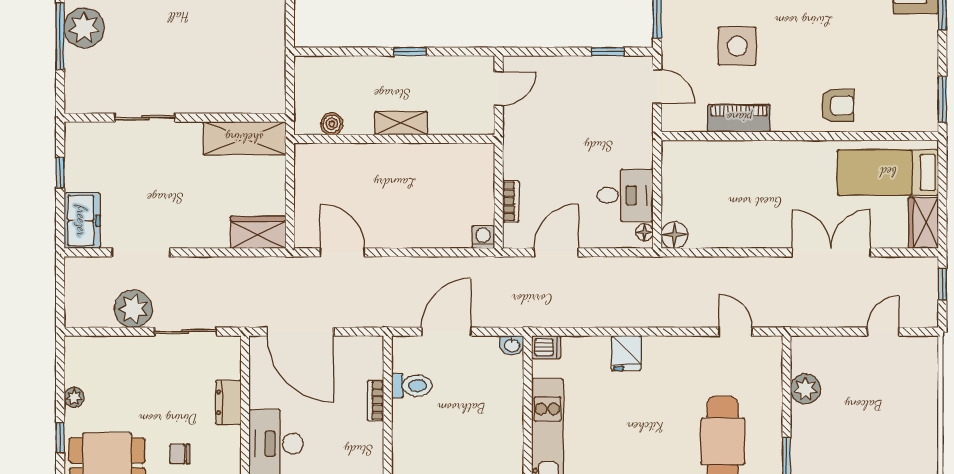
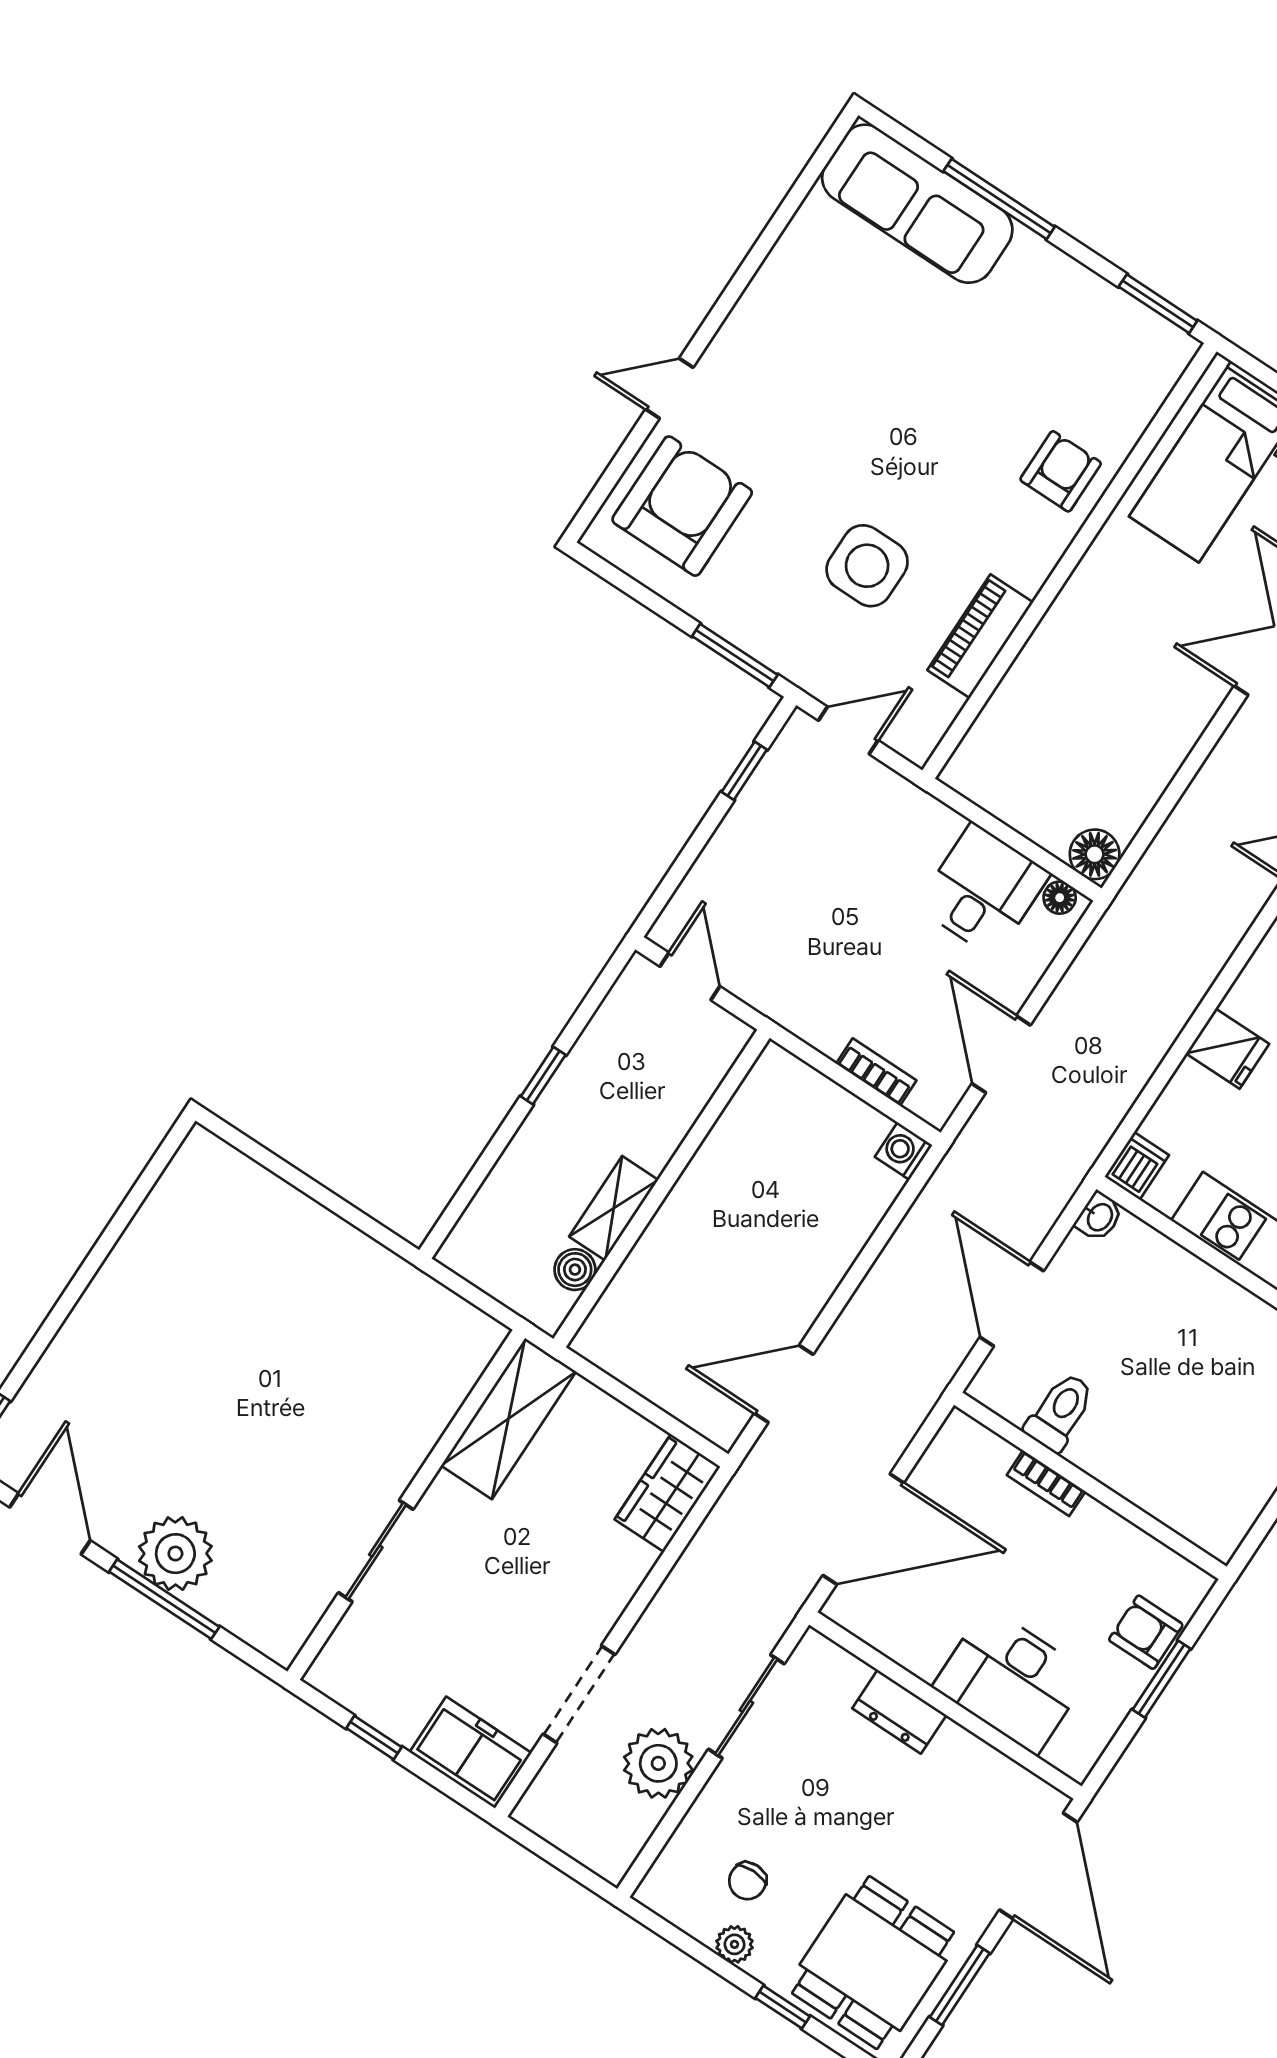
shelving: (401, 123) -> (614, 1208), moved
chair: (180, 454) -> (747, 1881), moved

